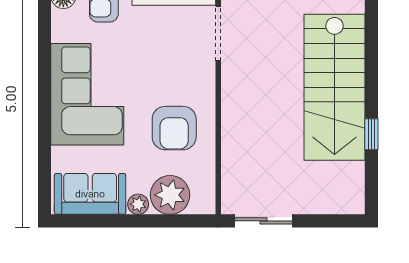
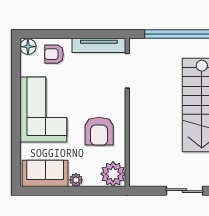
plant: (170, 195) -> (113, 174), moved
sliding door: (263, 221) -> (185, 191), moved

